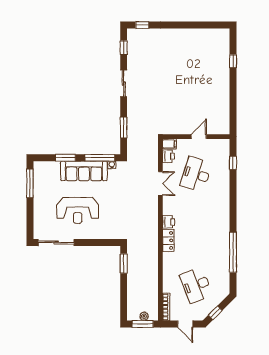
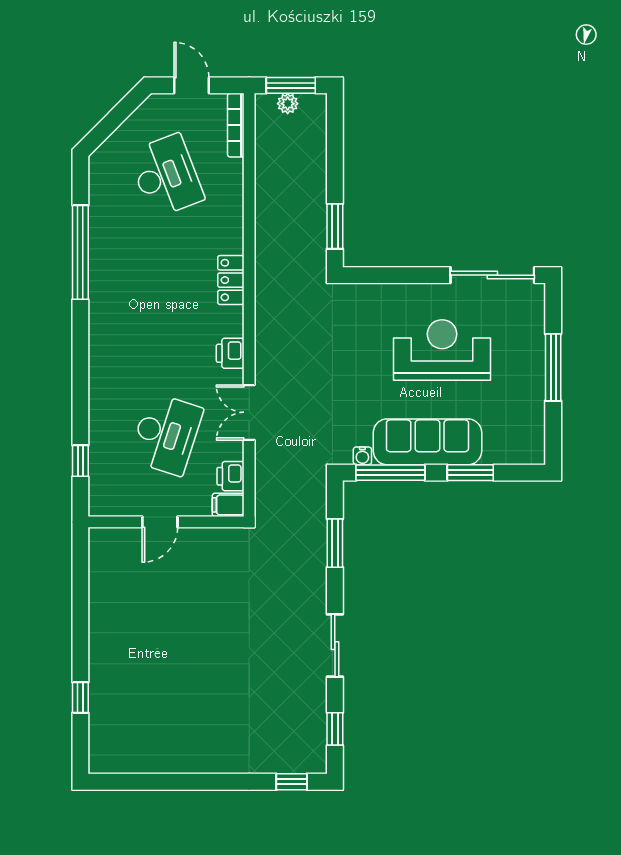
window: (30, 183) -> (553, 367), moved
printer: (169, 222) -> (230, 353), moved
window: (215, 313) -> (122, 111), removed

